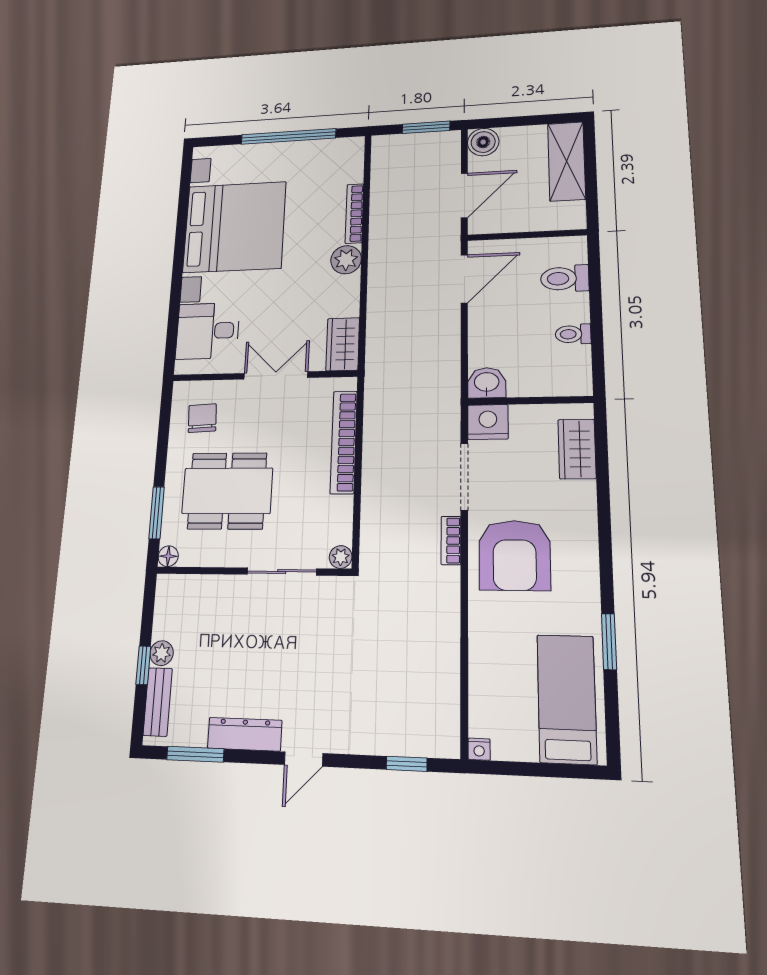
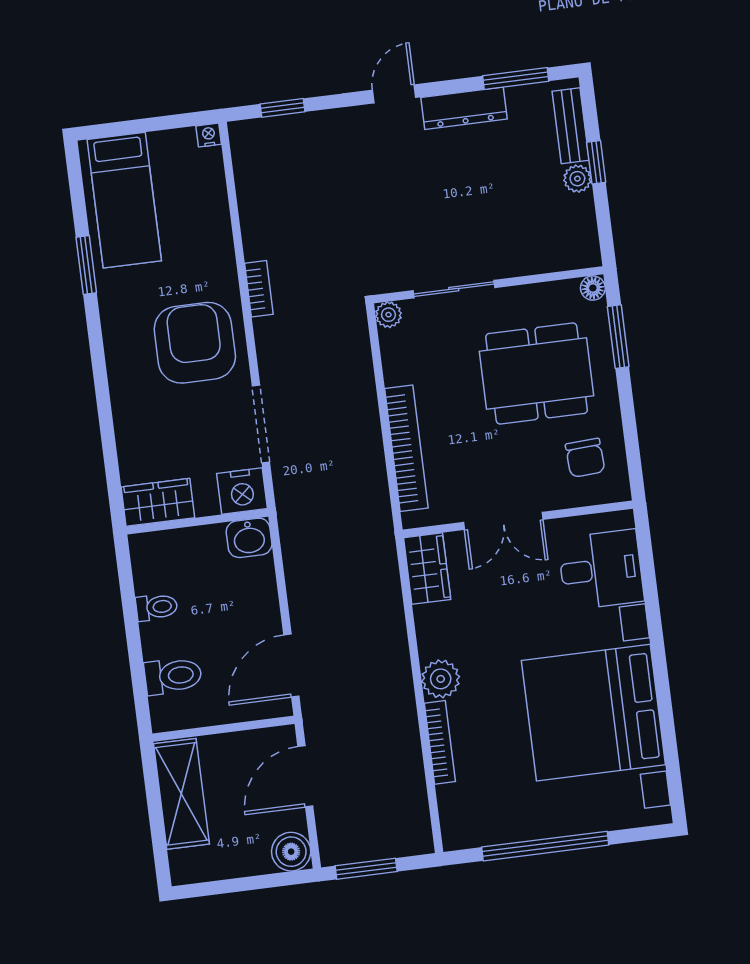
shelving: (567, 161) -> (181, 794), moved
wardrobe: (577, 449) -> (158, 502), moved, turned -90
bookcase: (451, 540) -> (259, 289), moved

